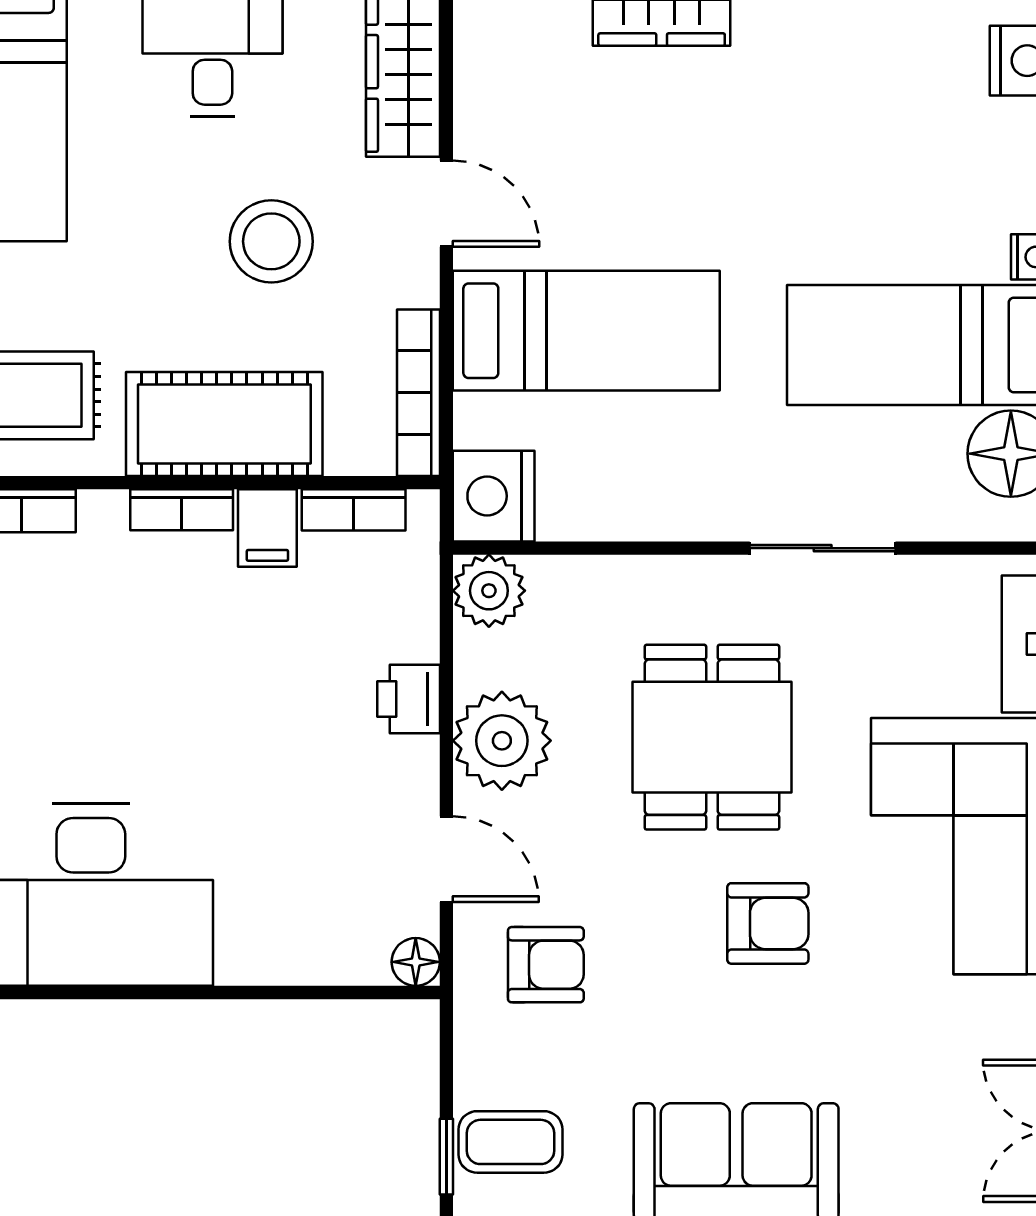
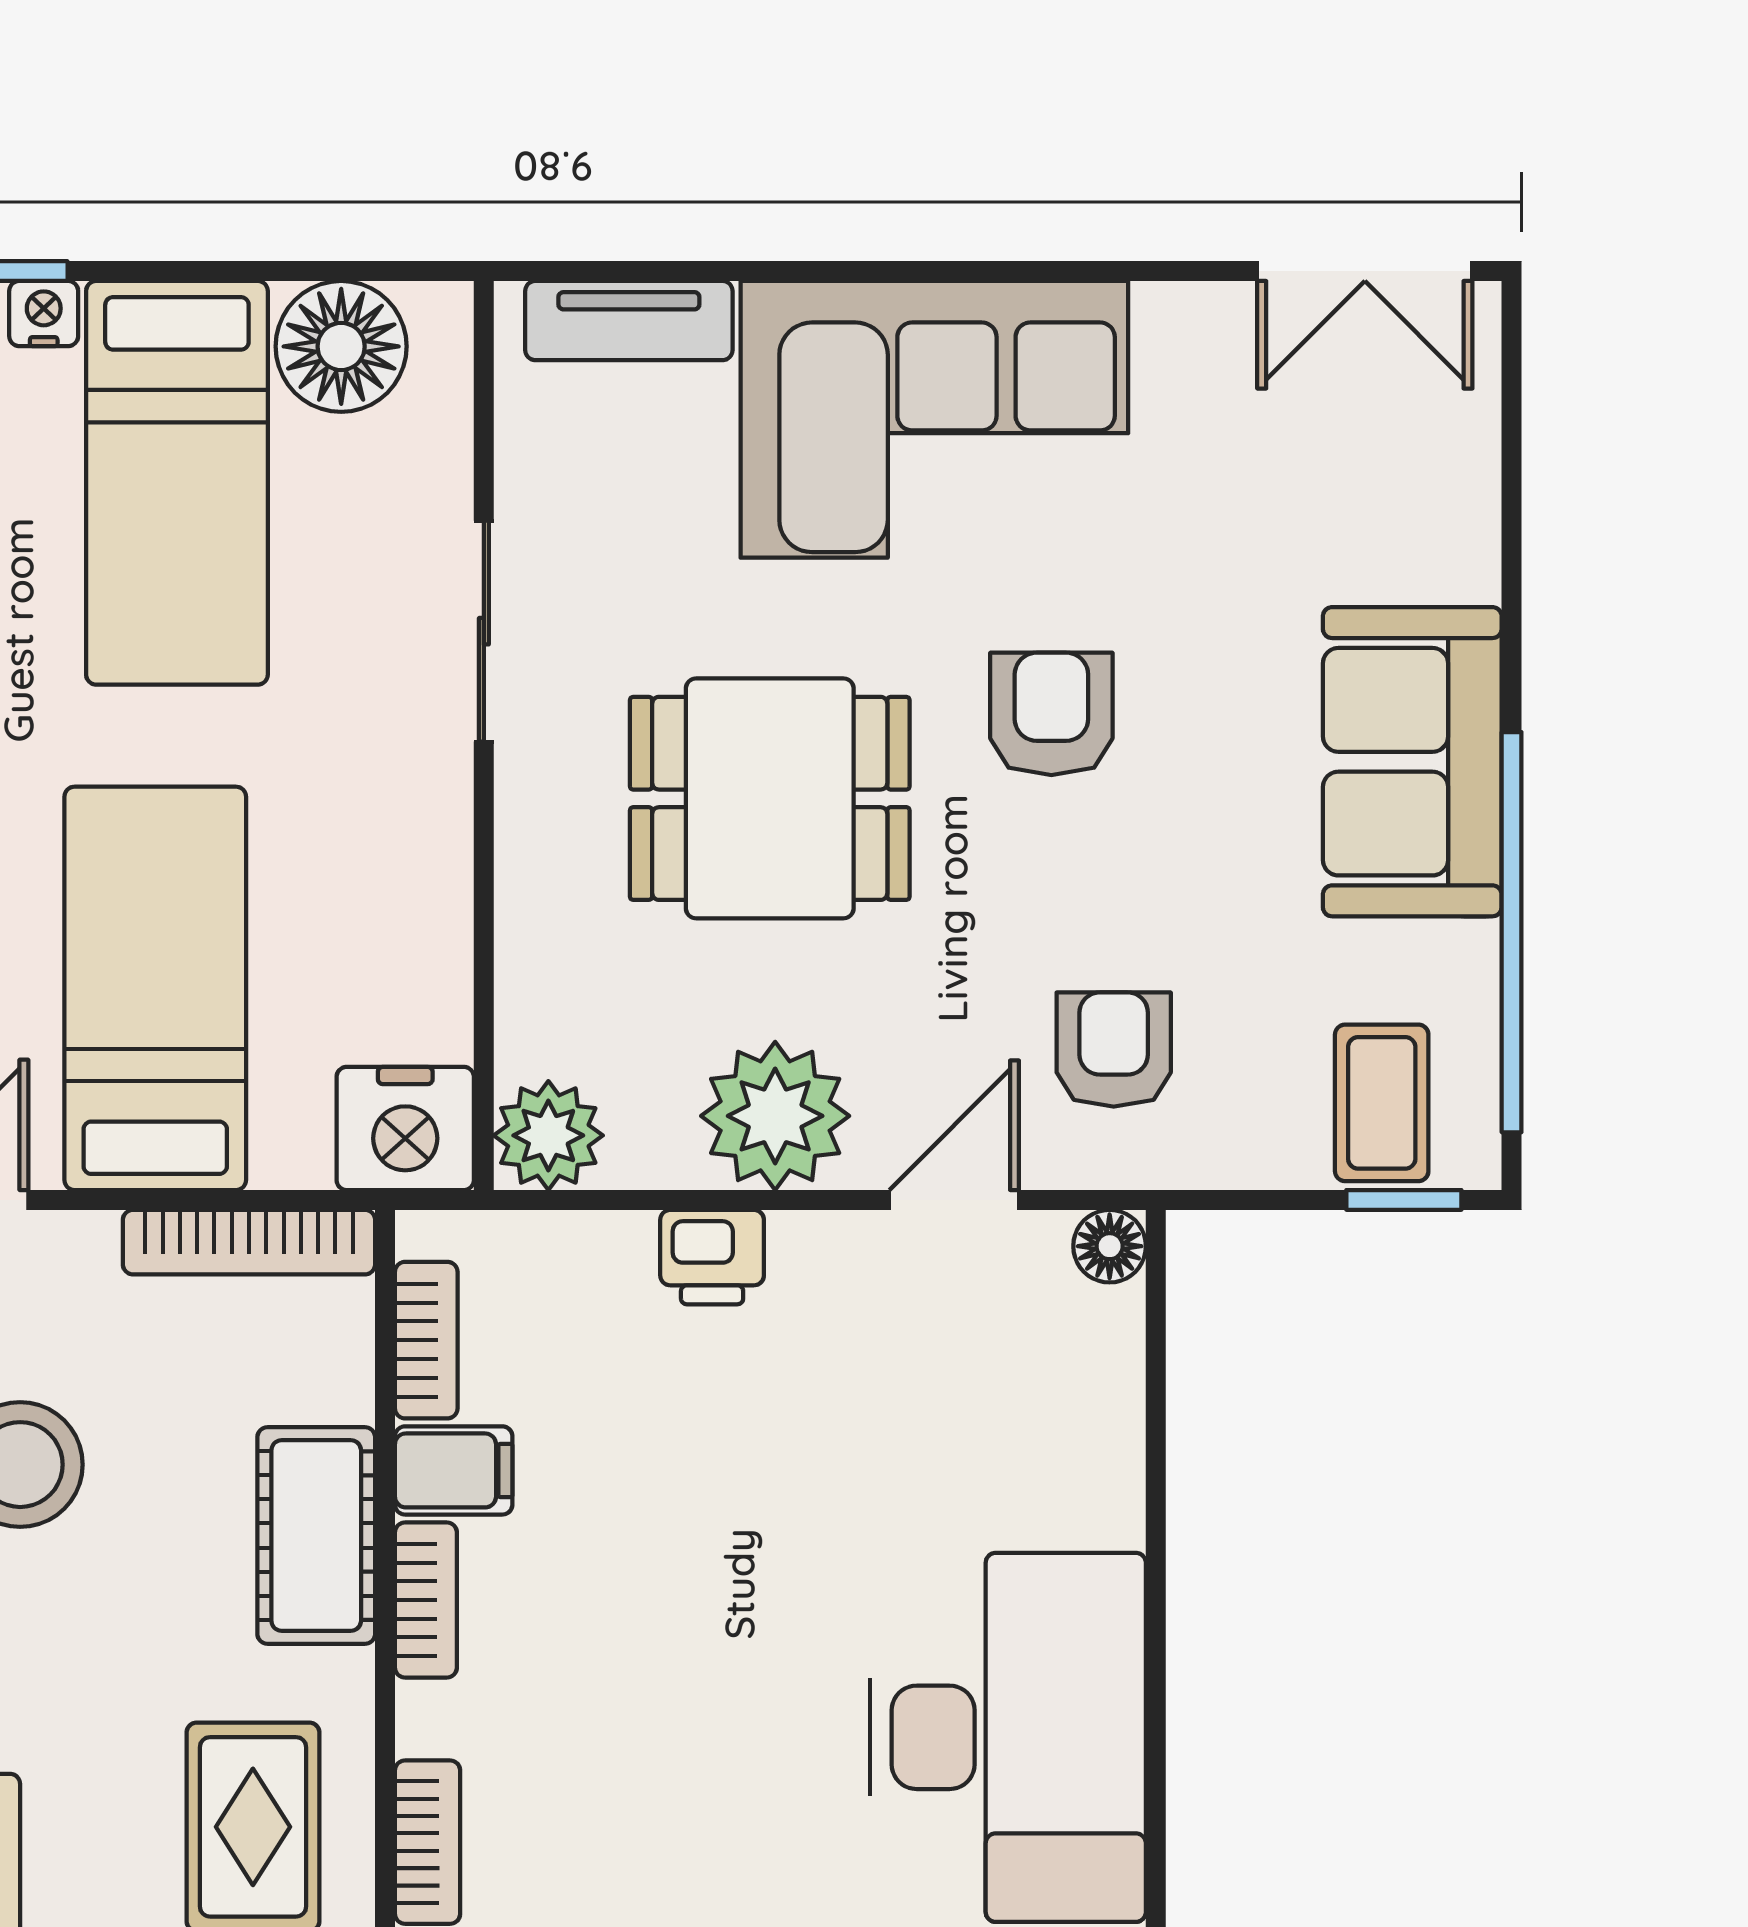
cot: (224, 424) -> (316, 1536), width x0.73, depth x0.75

